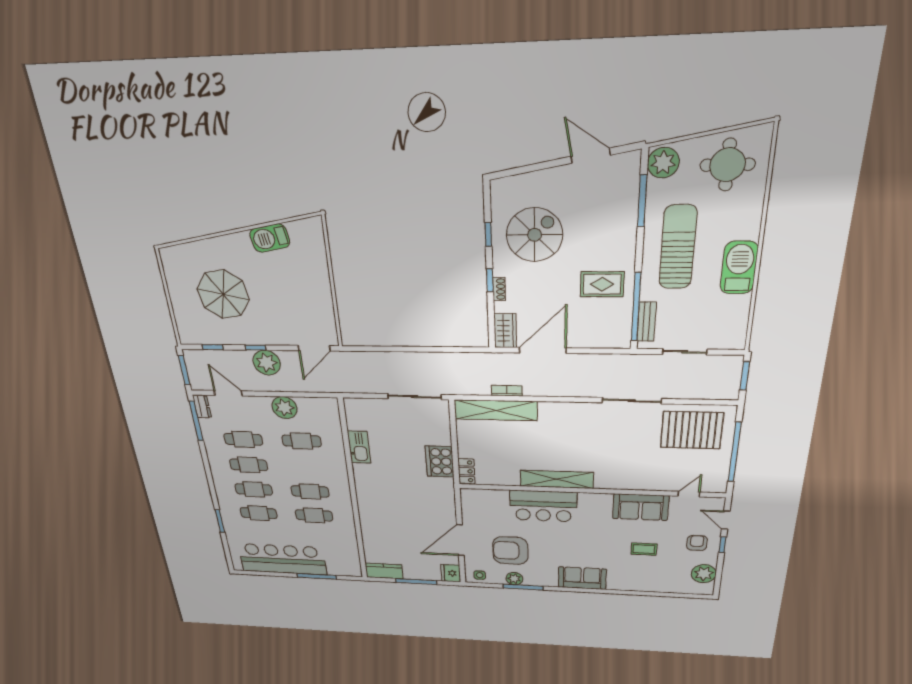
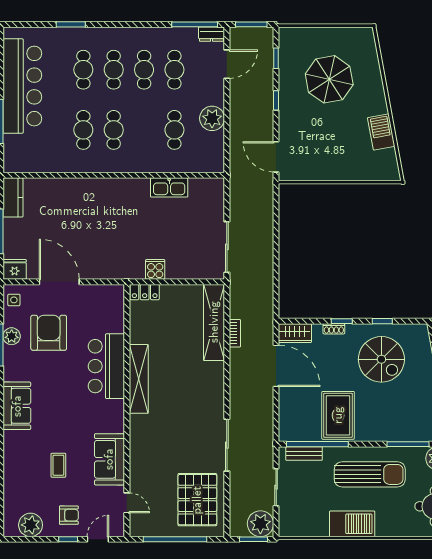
rug: (602, 284) -> (338, 415), width x1.36, depth x1.43
plant: (267, 363) -> (260, 524), moved
cooker: (440, 461) -> (155, 269), width x0.53, depth x0.76

